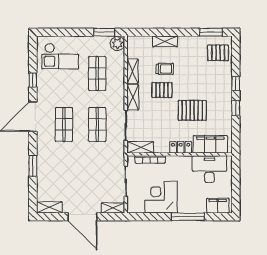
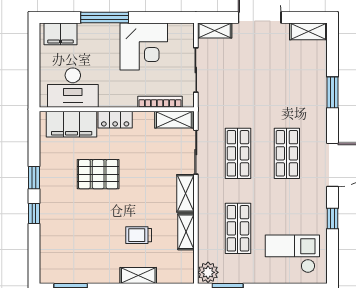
pallet: (218, 53) -> (60, 259), removed
pallet: (162, 90) -> (143, 204), removed

